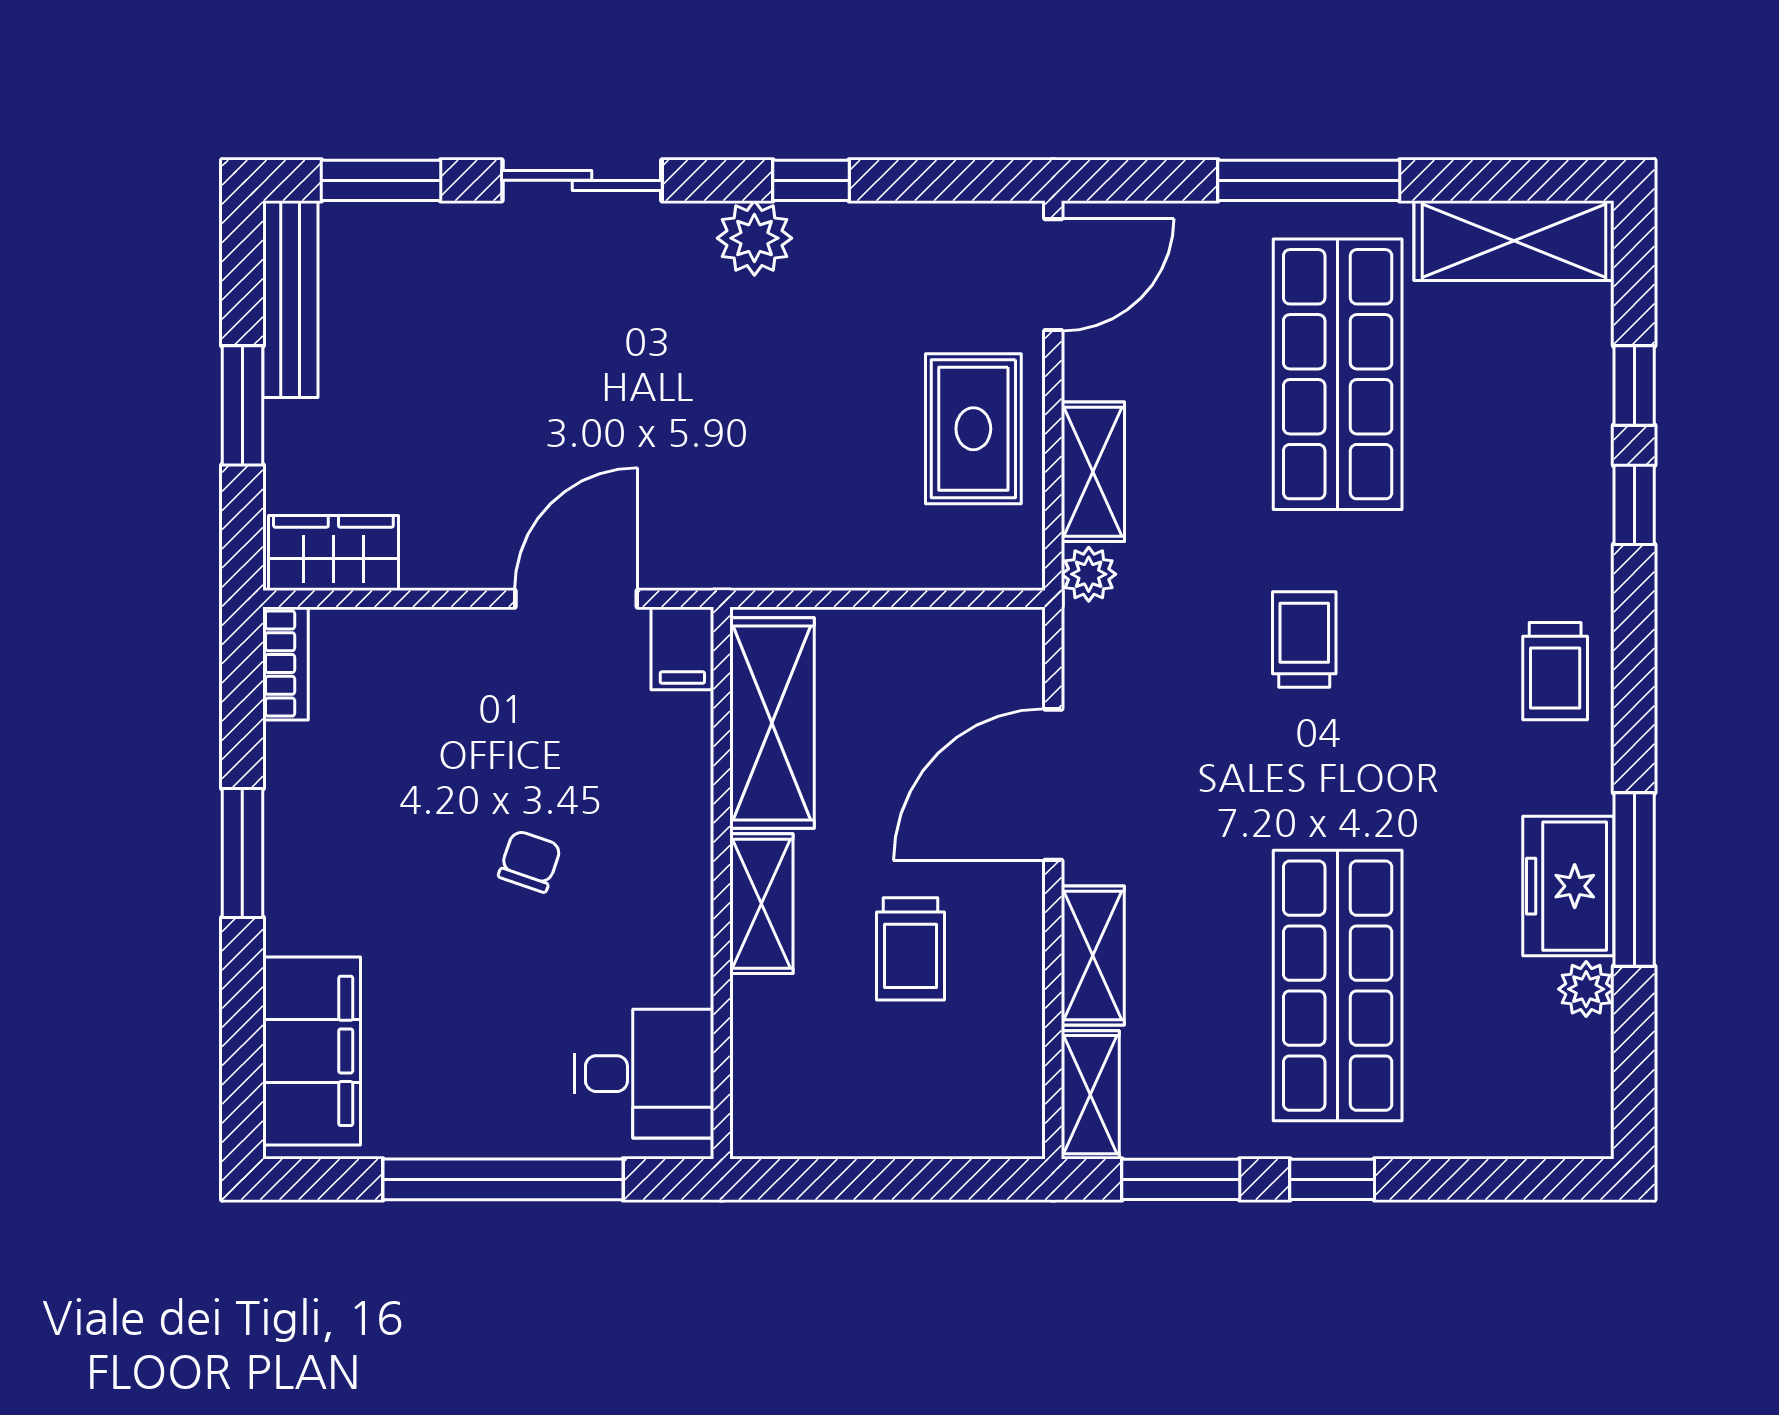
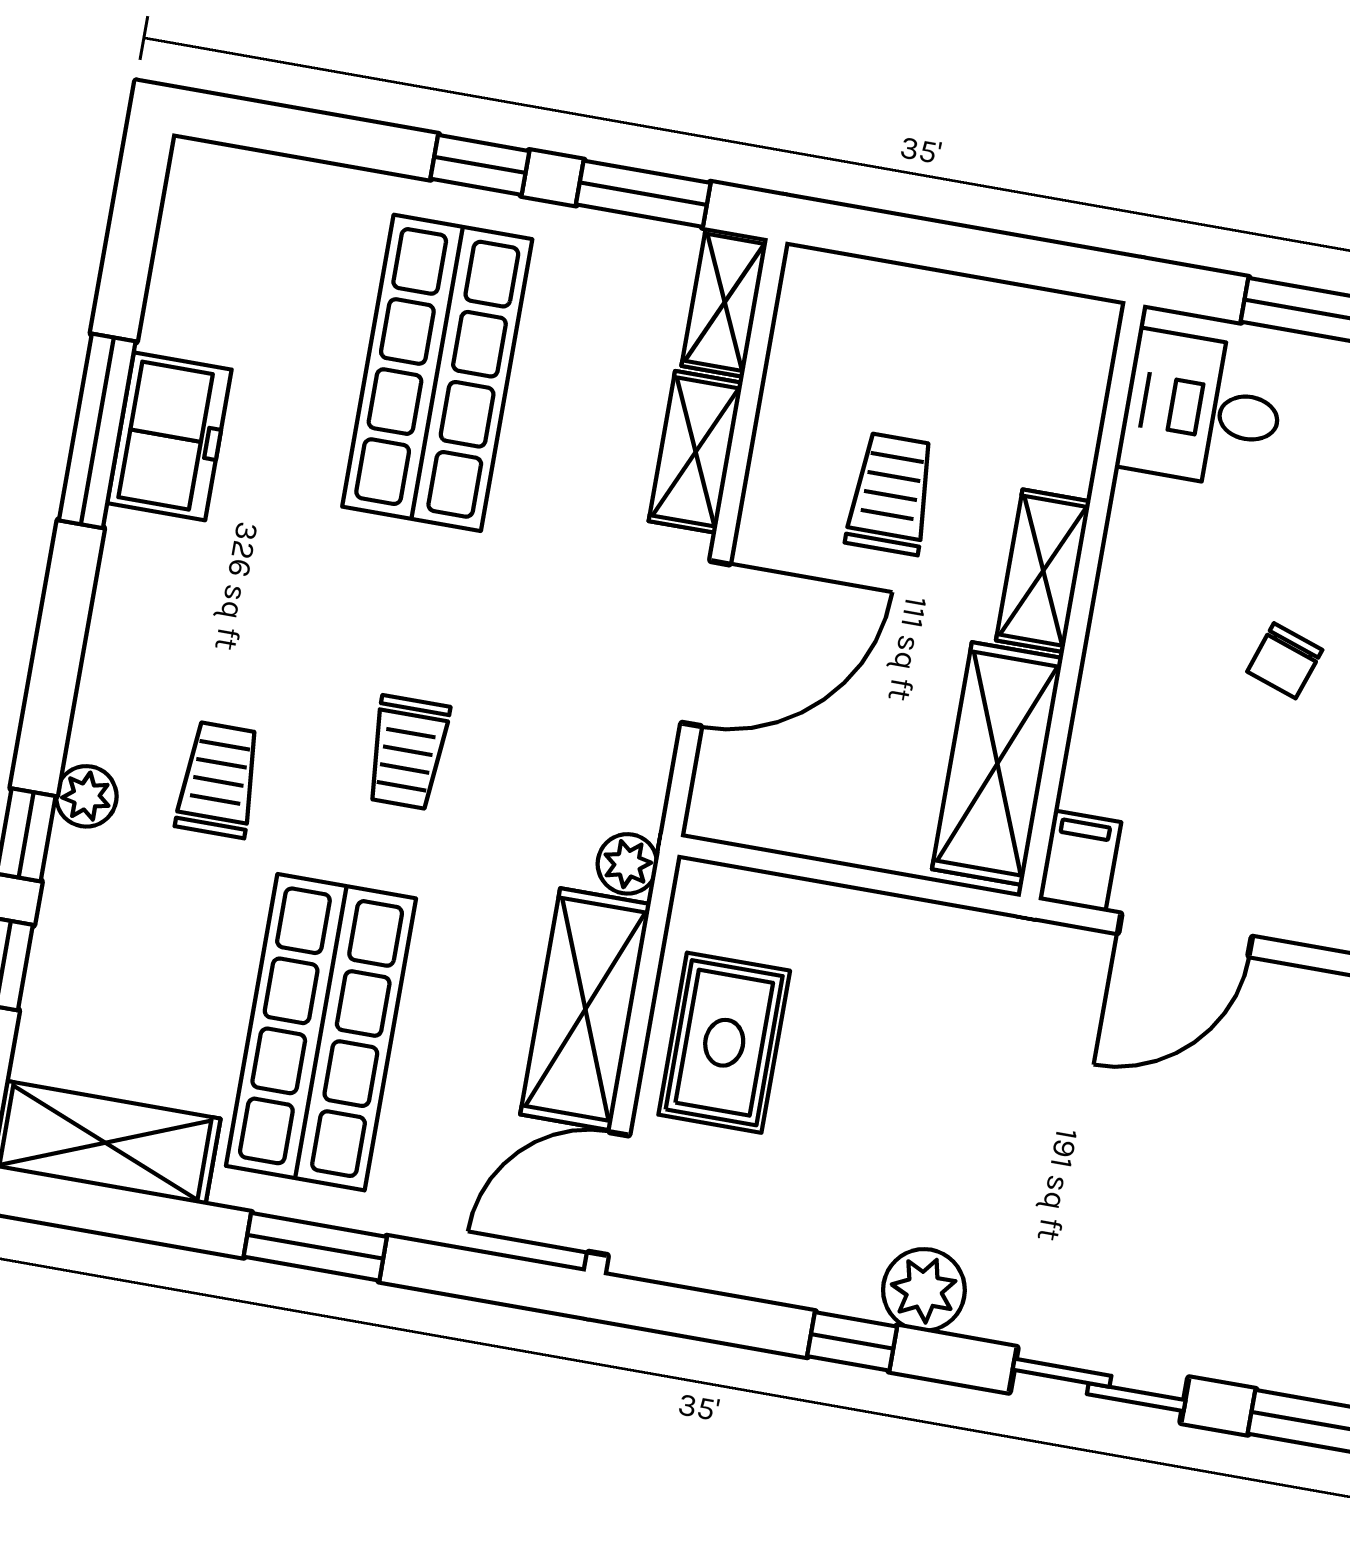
window: (1309, 180) -> (315, 1247), width x0.69
shelving: (1093, 472) -> (585, 1009), width x1.50, depth x1.33
trolley: (1555, 671) -> (219, 780), moved
plant: (1586, 989) -> (86, 796), moved

